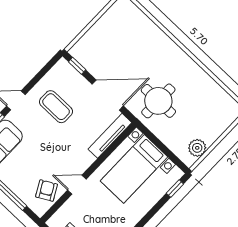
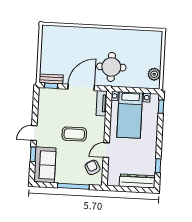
bench: (83, 59) -> (51, 79), added
coffee table: (56, 107) -> (74, 134), moved
tv unit: (110, 136) -> (102, 103), width x0.71

